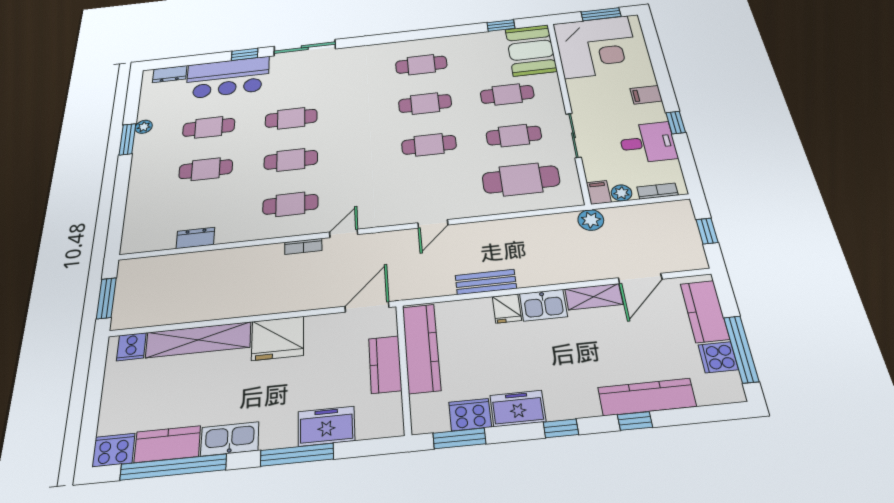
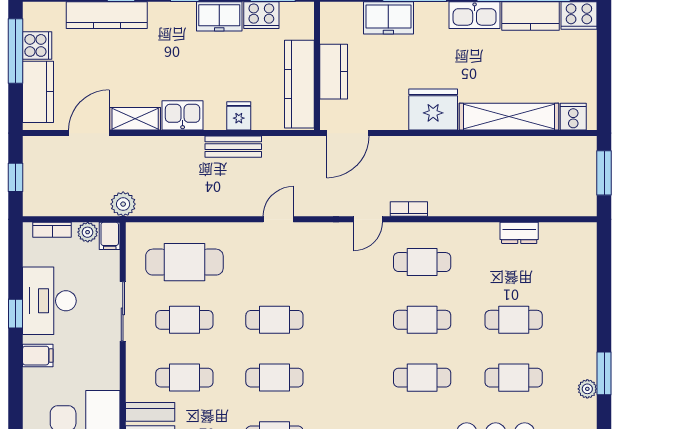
desk: (648, 143) -> (49, 301), width x1.37
fridge: (507, 308) -> (239, 116), moved

